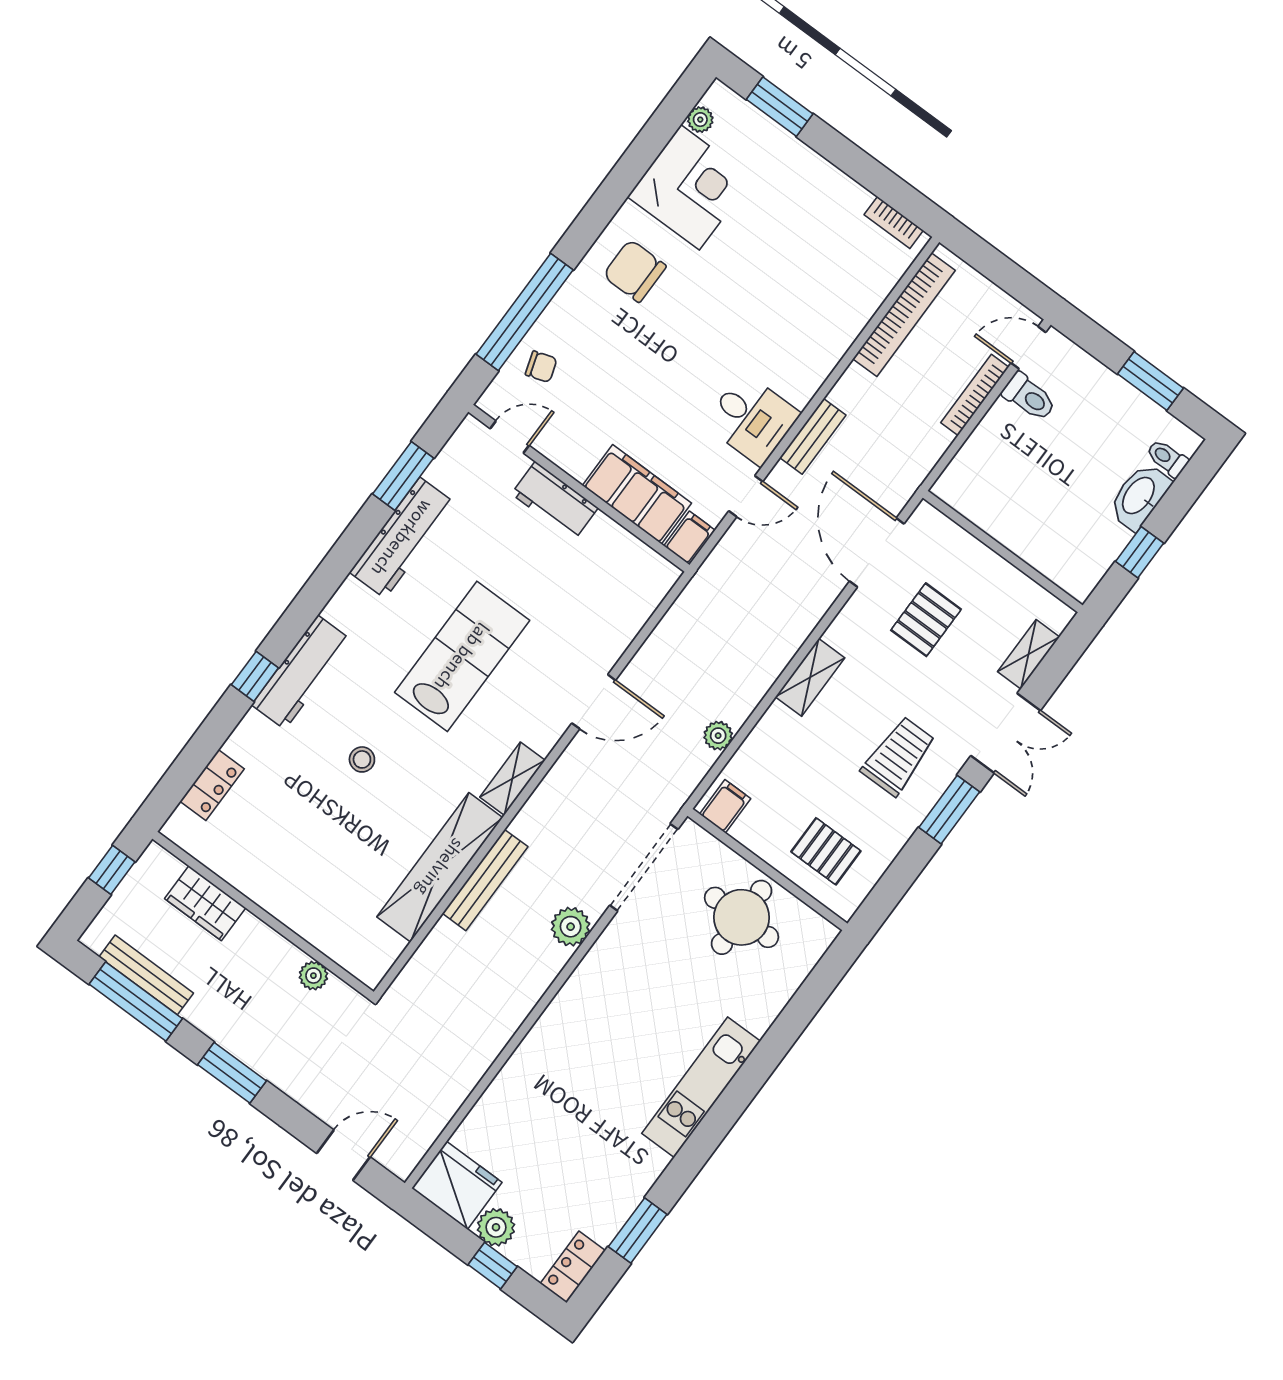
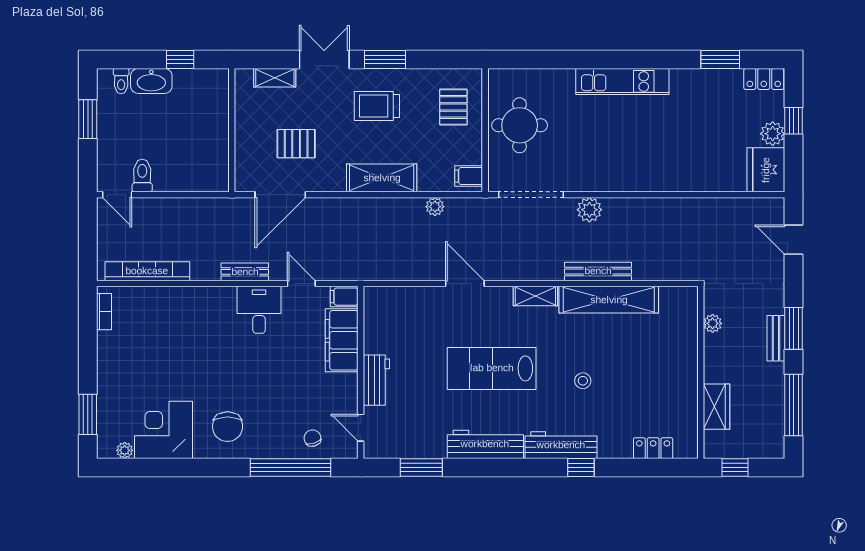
bookcase: (975, 395) -> (162, 204), removed
workbench: (402, 538) -> (485, 444), moved
shelving: (810, 677) -> (382, 178), width x1.50, depth x1.33
bench: (146, 975) -> (776, 338), moved, width x0.73

